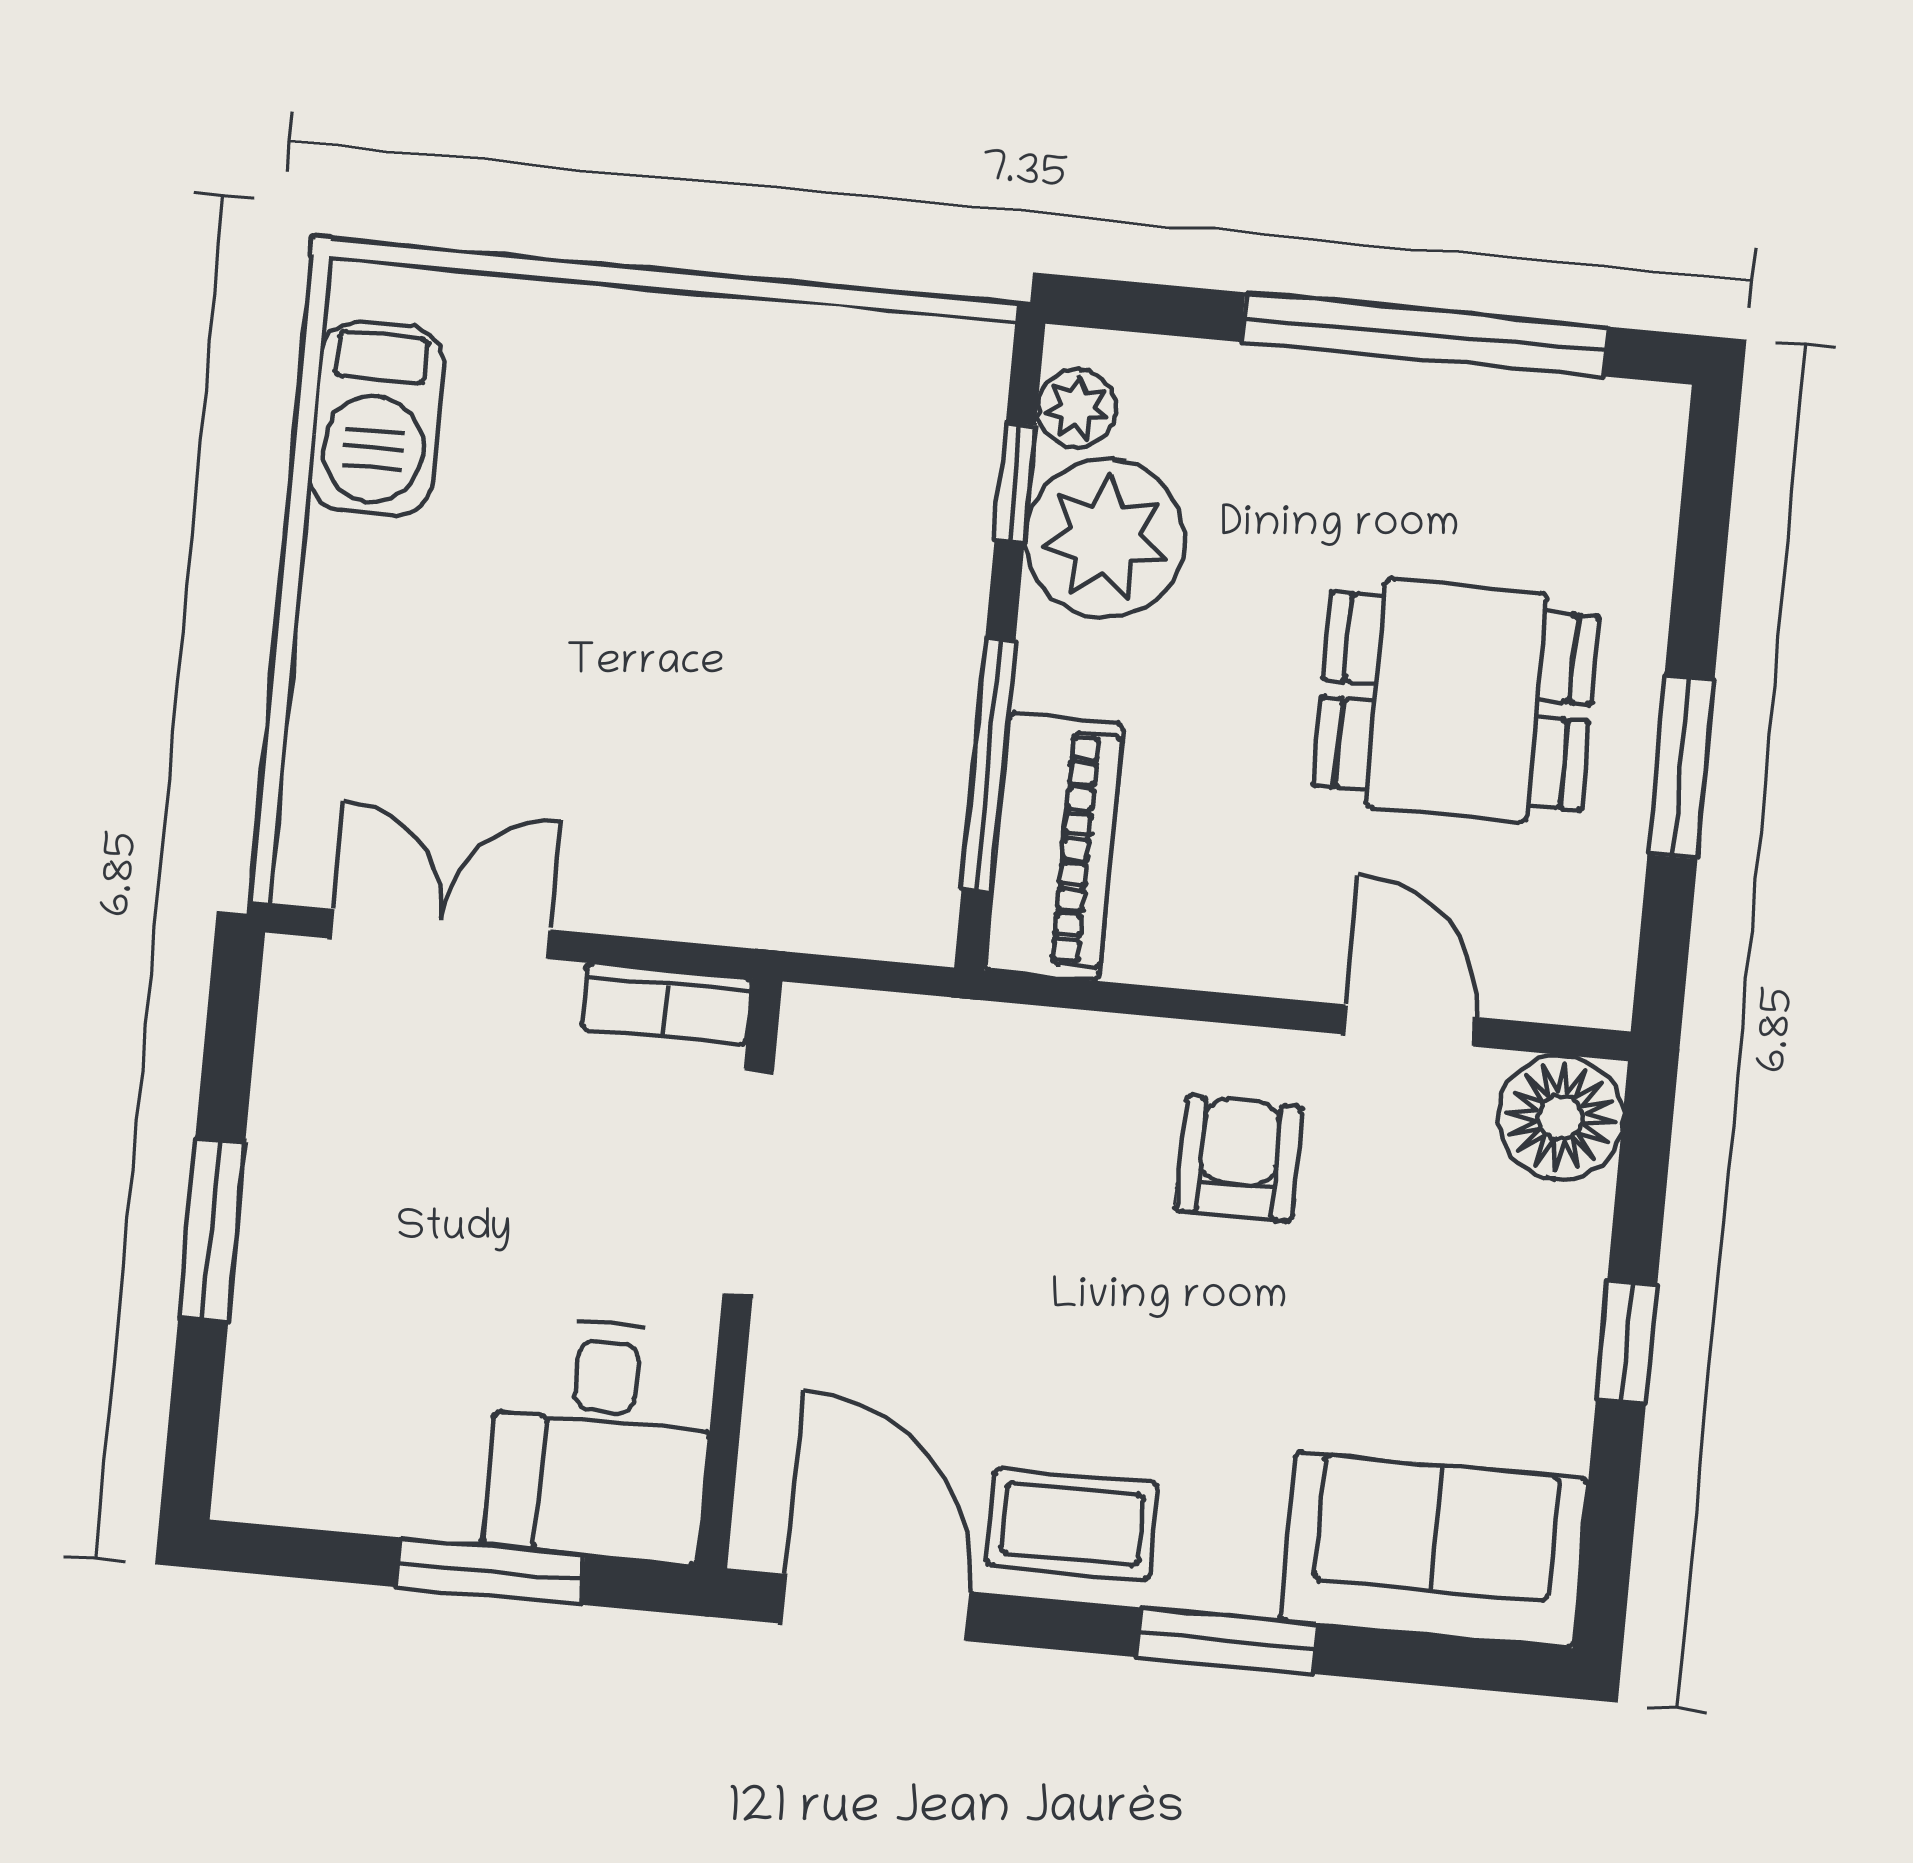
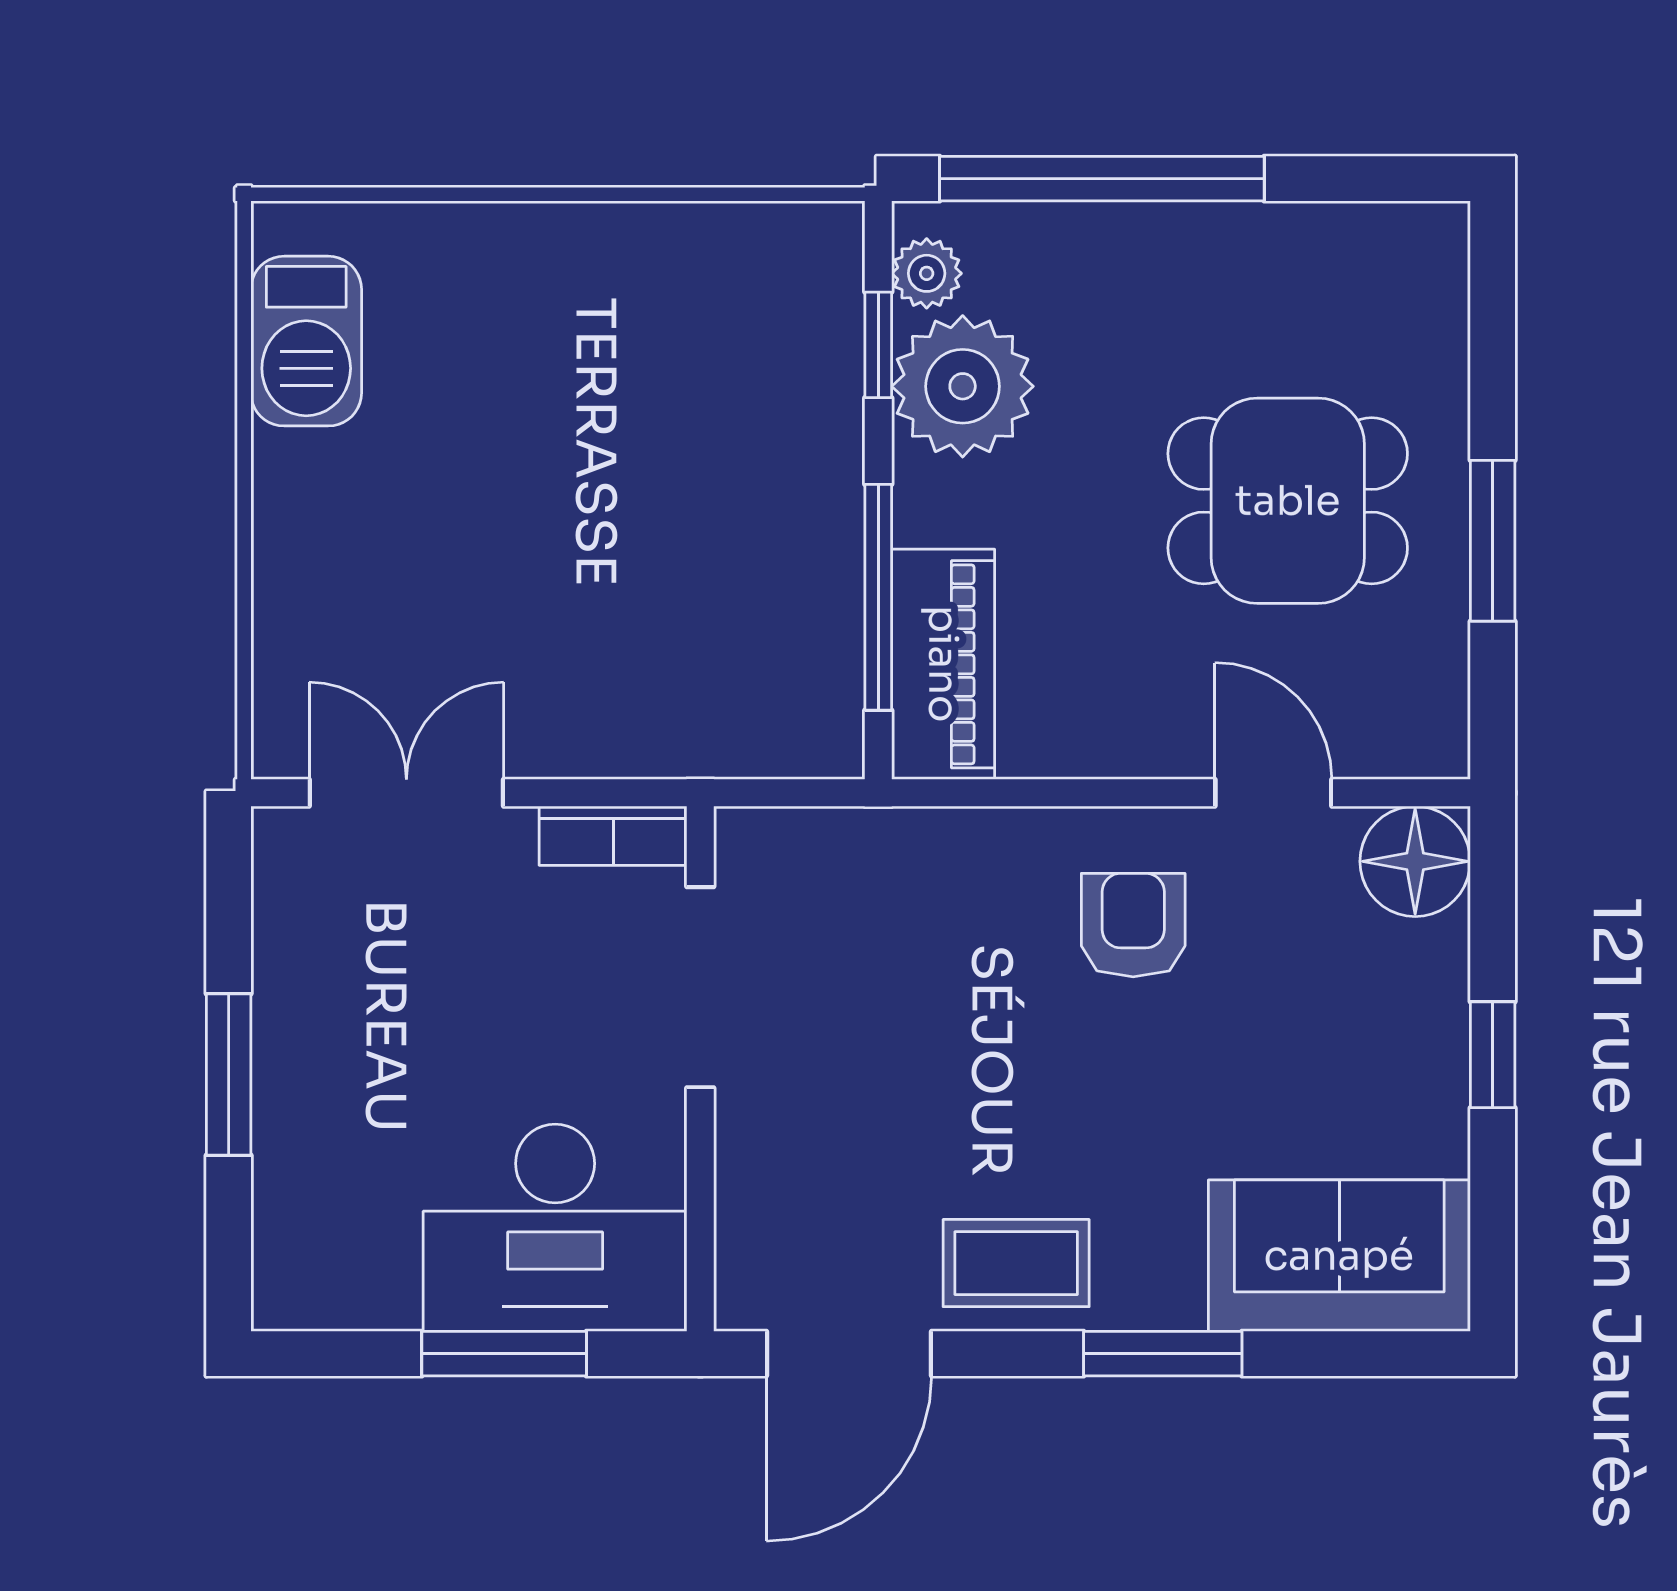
window: (1424, 334) -> (1102, 179), moved
desk: (601, 1440) -> (555, 1228), width x1.37
door: (876, 1607) -> (849, 1354), swing flipped

